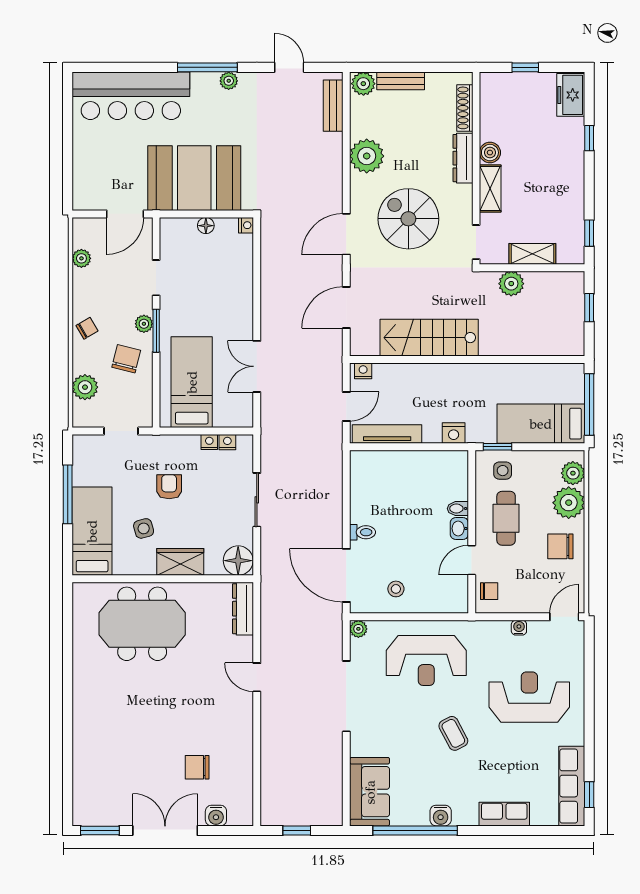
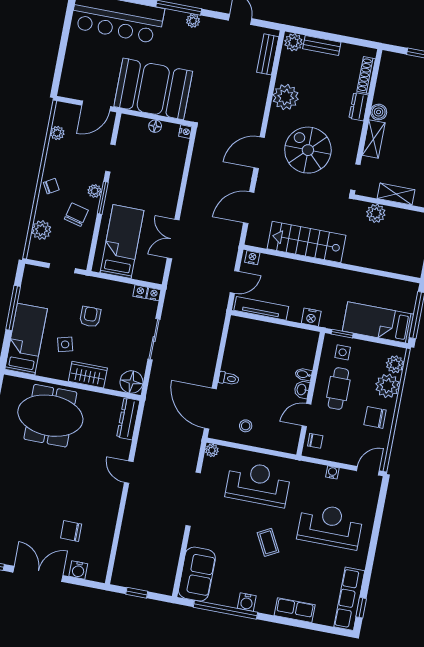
dresser: (463, 158) -> (359, 107), width x0.70
nightstand: (209, 442) -> (154, 294), moved
reception desk: (426, 660) -> (258, 484), turned 180

